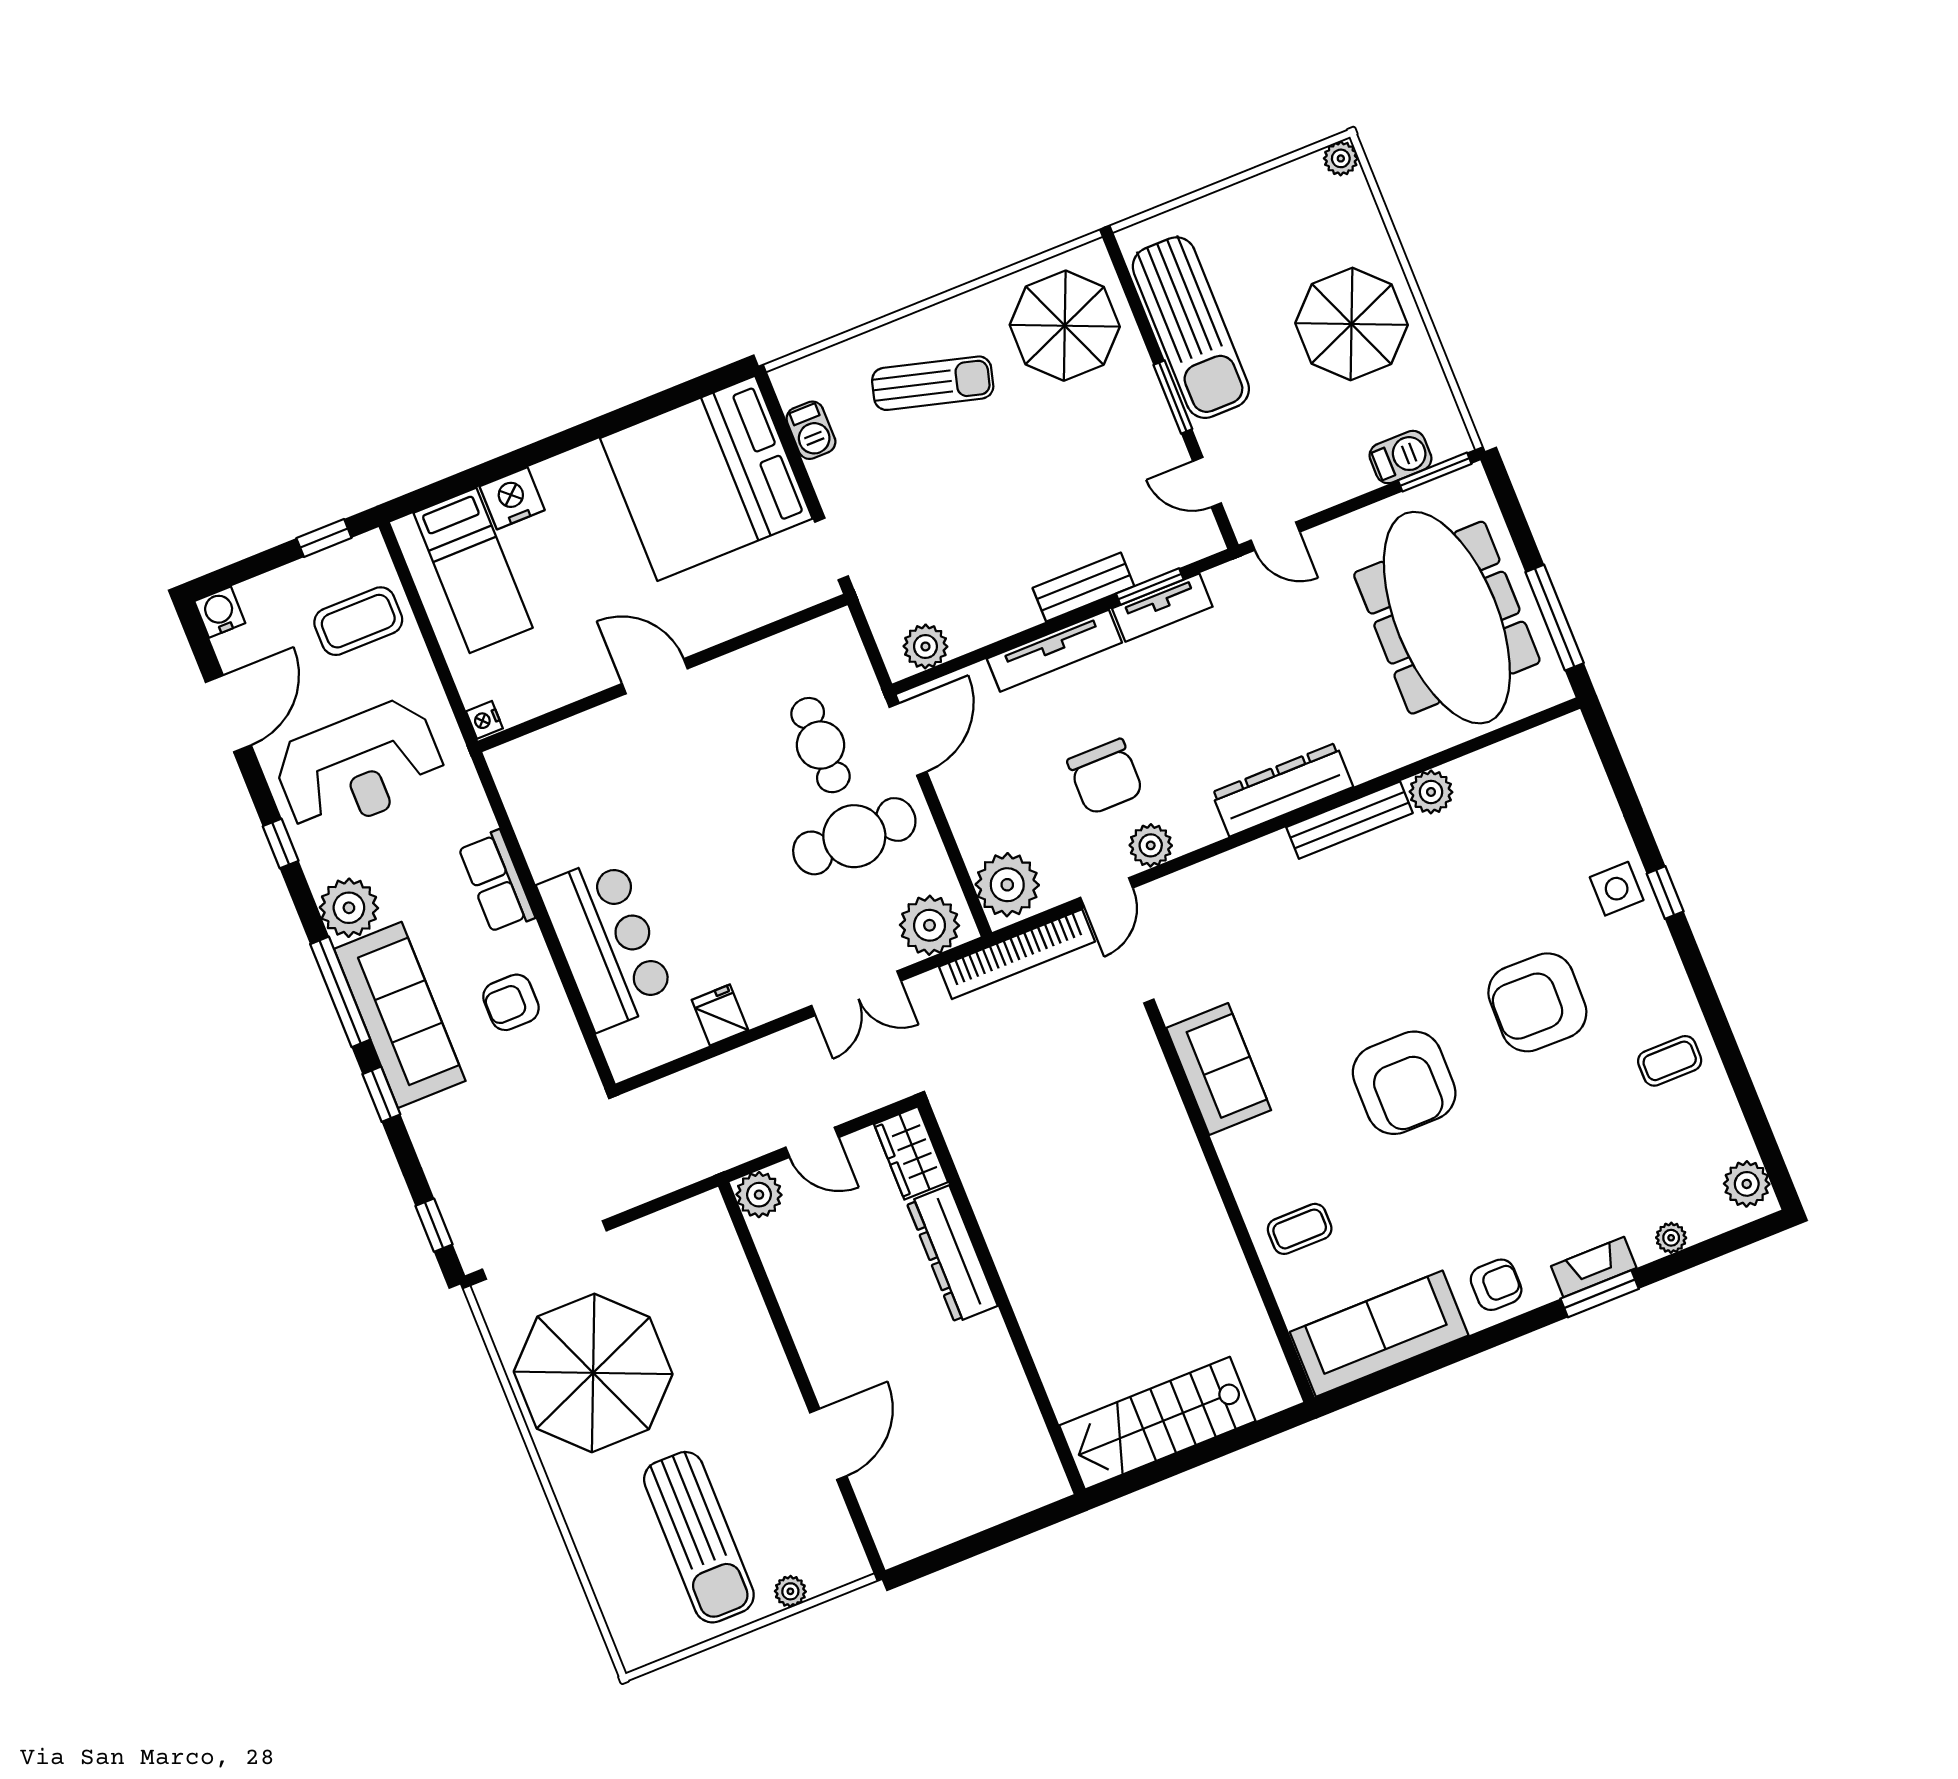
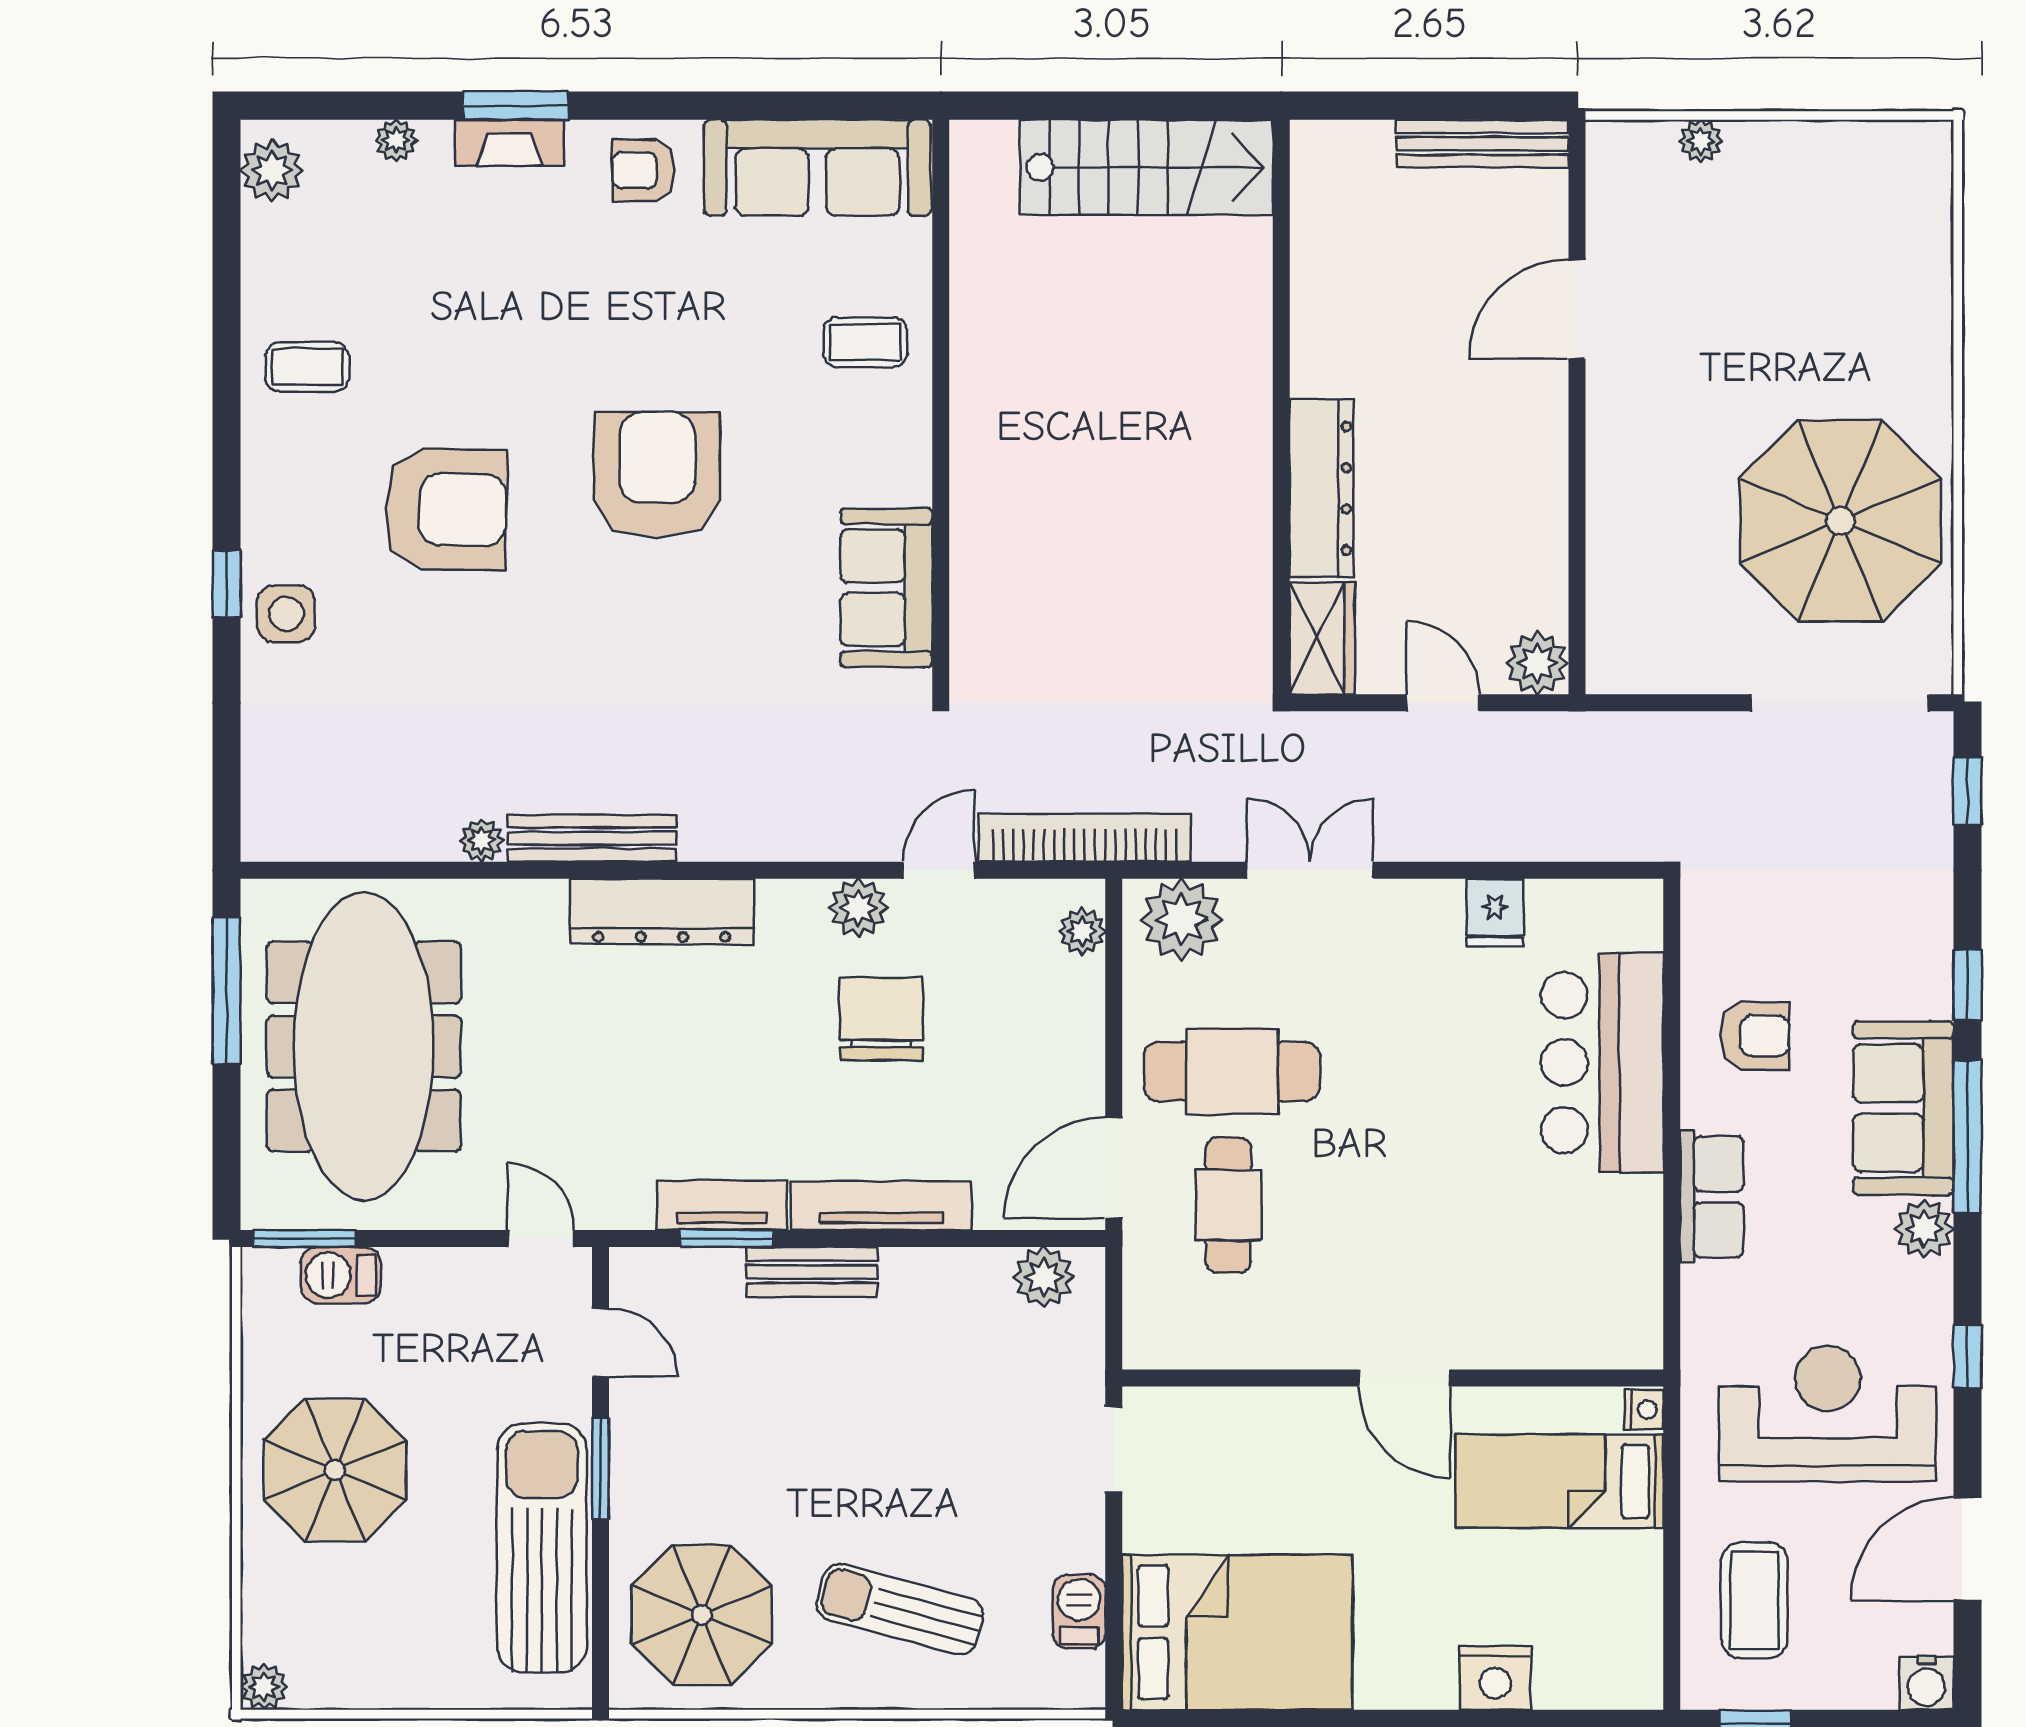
bed: (706, 478) -> (1237, 1632), width x0.73
bed: (473, 570) -> (1560, 1481), moved, turned -90
coffee table: (358, 621) -> (1754, 1600), turned 90
plant: (1431, 792) -> (482, 840), width x0.73, depth x0.73
plant: (1007, 885) -> (1082, 931), width x0.53, depth x0.53
plant: (349, 908) -> (1924, 1229), width x0.73, depth x0.73
sofa: (400, 1015) -> (1903, 1108), width x0.73
bench: (937, 1530) -> (1483, 144), added
sun lounger: (699, 1537) -> (1790, 257), removed

